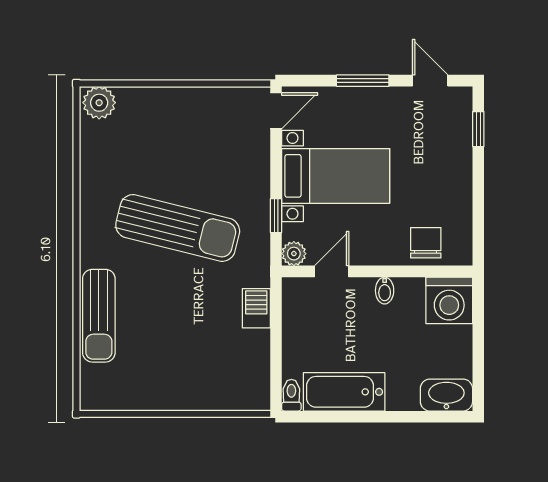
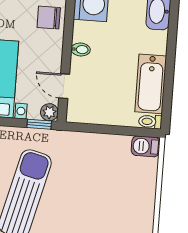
window: (276, 216) -> (39, 124), moved
barbecue: (256, 308) -> (146, 146), moved

